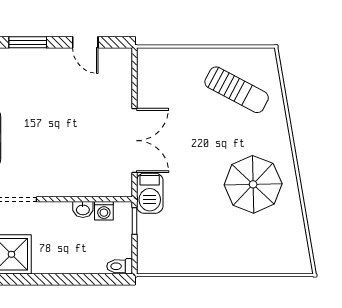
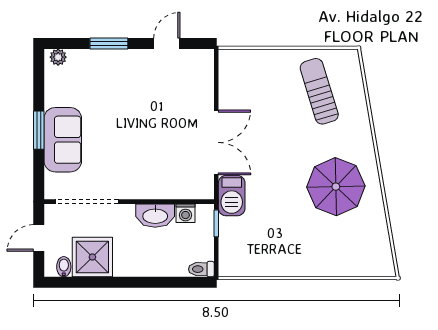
door: (85, 42) -> (167, 43), swing flipped
sun lounger: (237, 90) -> (319, 91), turned -135
washbasin: (83, 209) -> (155, 216), width x1.91, depth x1.45

